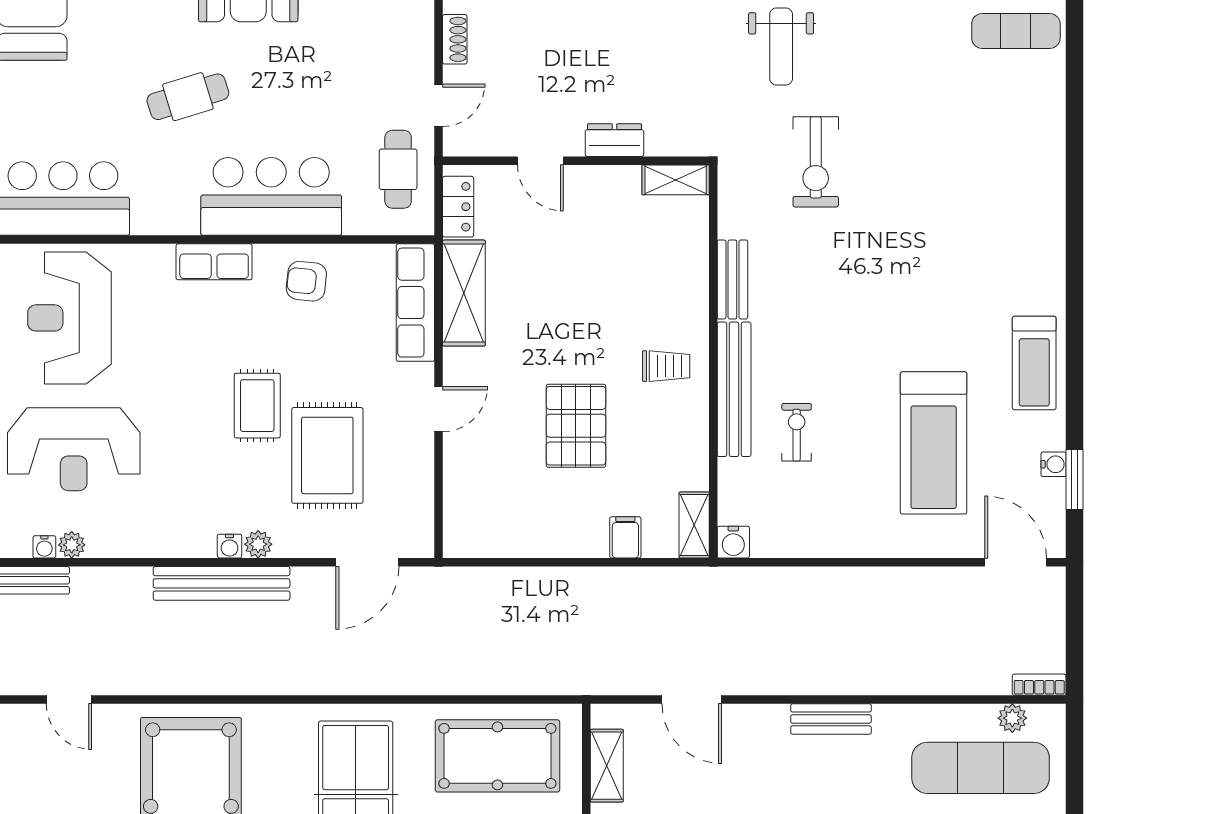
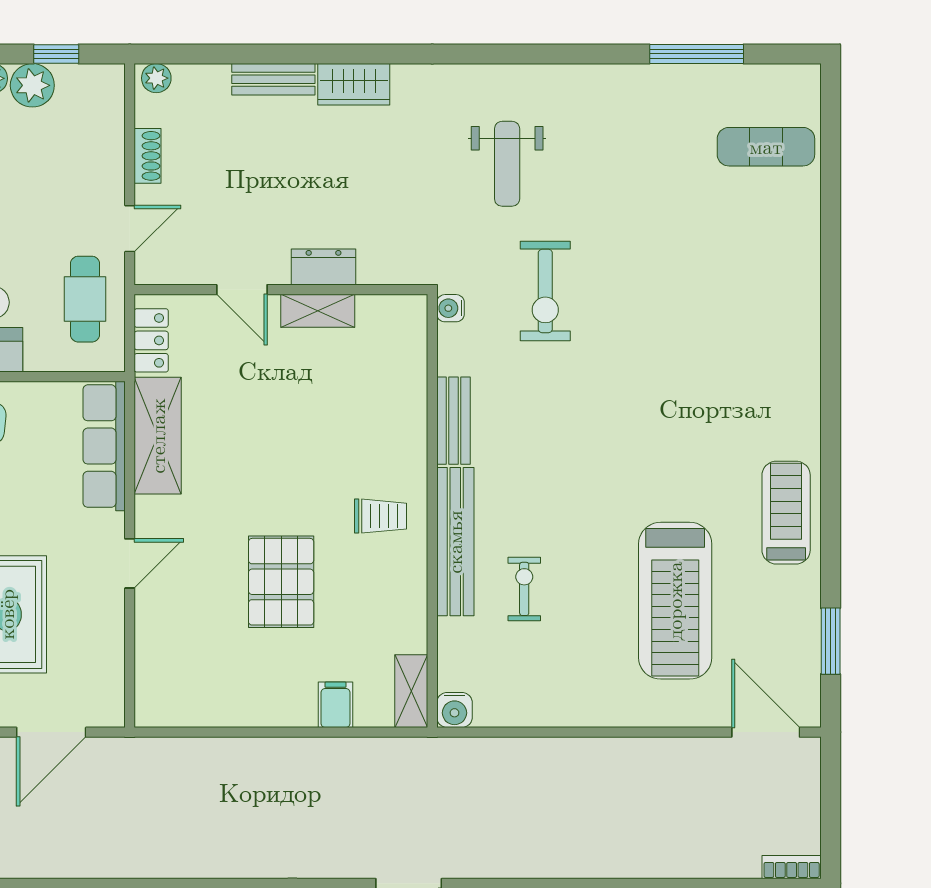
shelving: (676, 180) -> (318, 311), moved
treadmill: (1034, 363) -> (786, 513), turned 180
water cooler: (1054, 464) -> (451, 308), moved, turned 180

